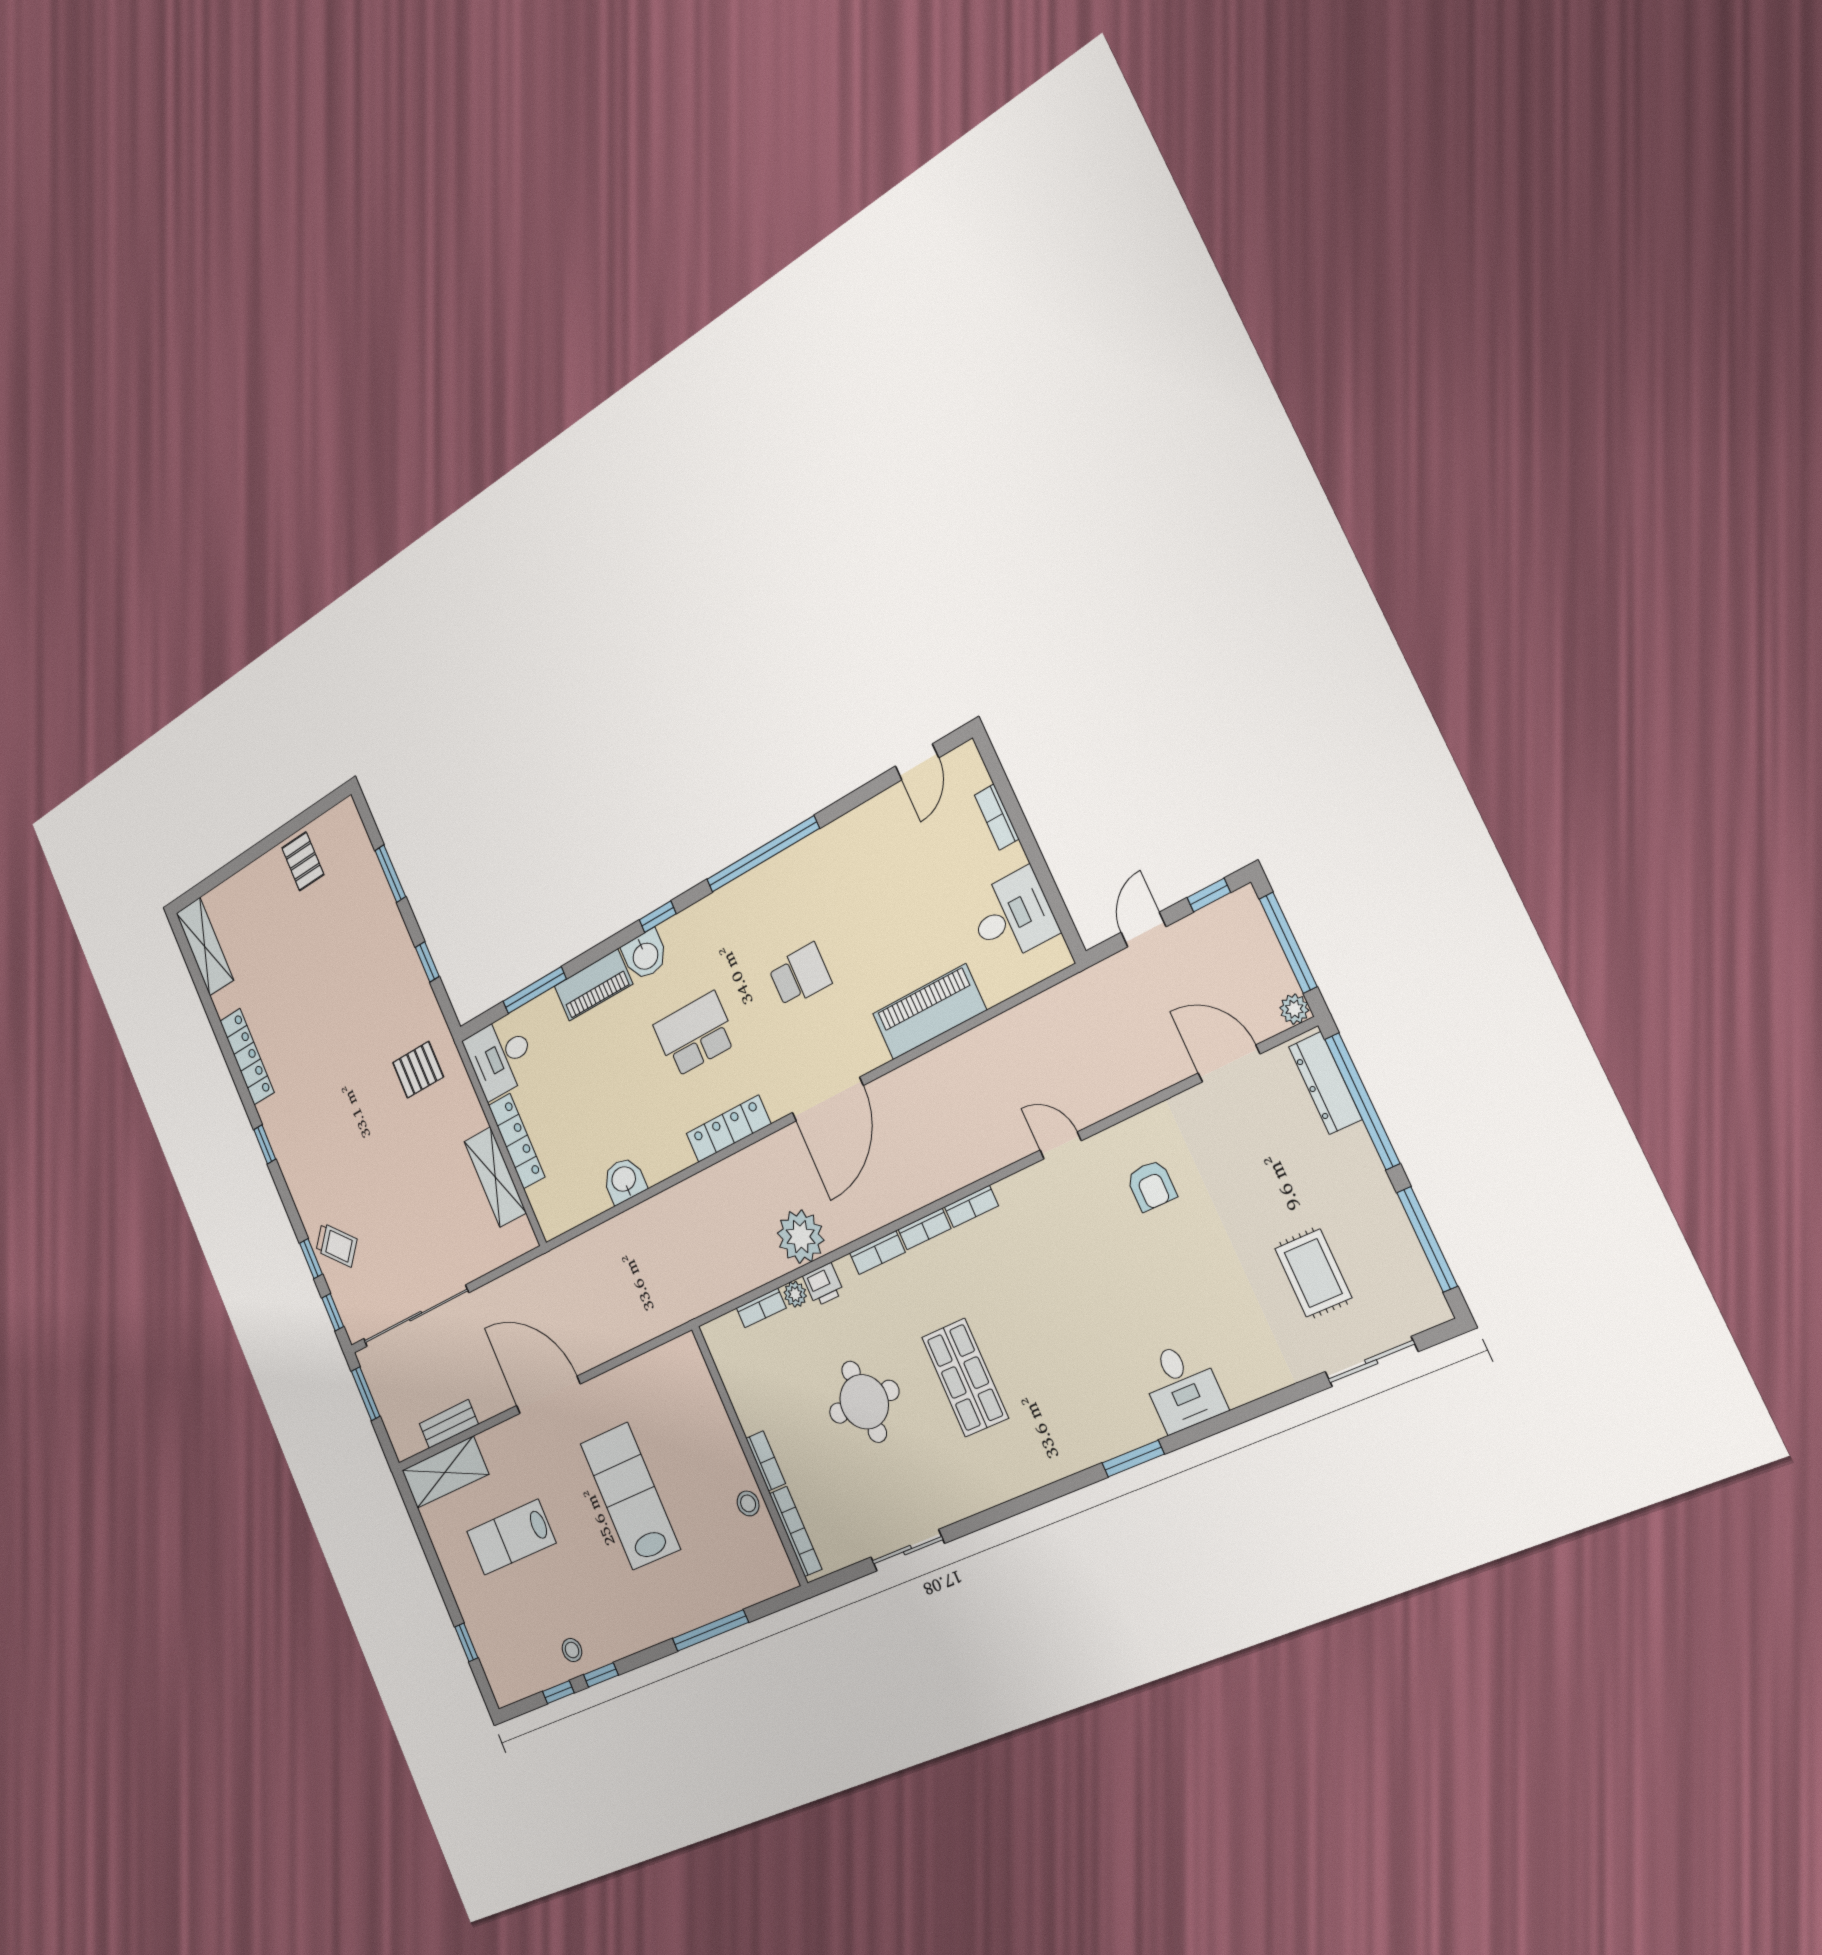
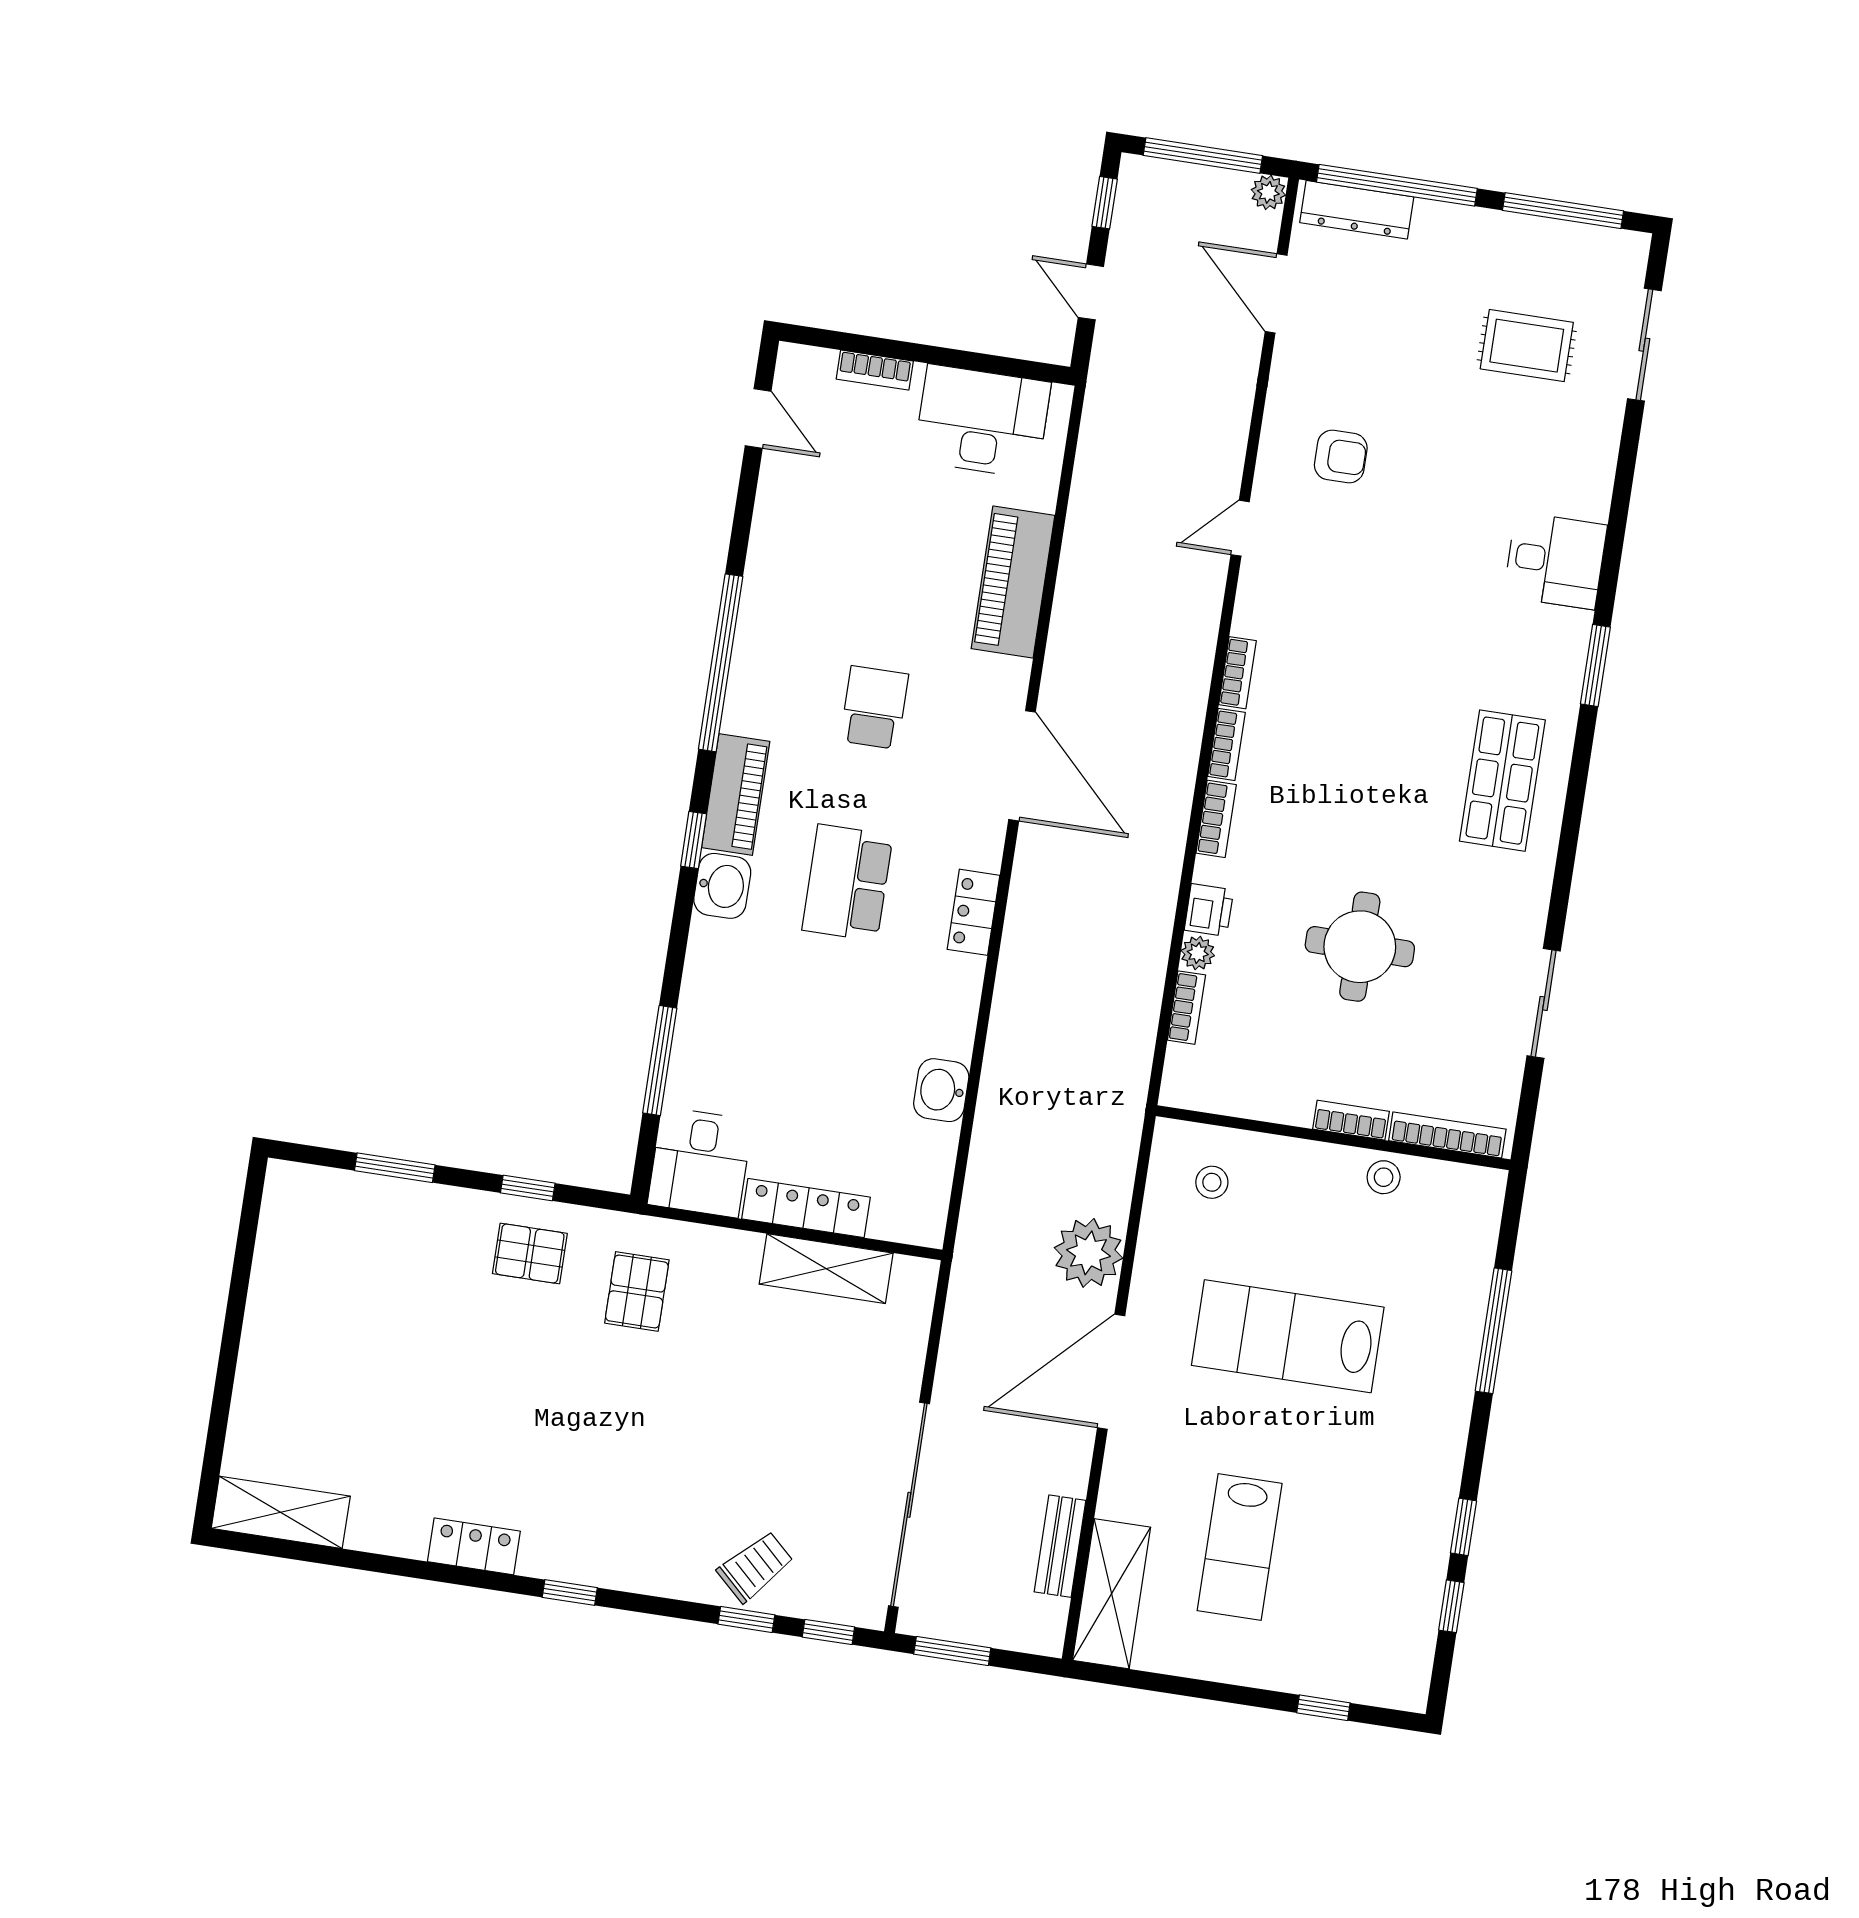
pallet: (303, 861) -> (530, 1254), moved
desk: (1012, 916) -> (982, 422), width x1.37
piano: (593, 985) -> (736, 795), moved
locker: (247, 1057) -> (474, 1546), width x0.66
door: (1229, 1063) -> (1276, 293), hinge flipped
locker: (728, 1129) -> (973, 912), width x0.66
plant: (801, 1237) -> (1088, 1253), moved
shop shelf: (965, 1378) -> (1502, 781), moved, turned 90
stool: (572, 1650) -> (1212, 1182), moved

